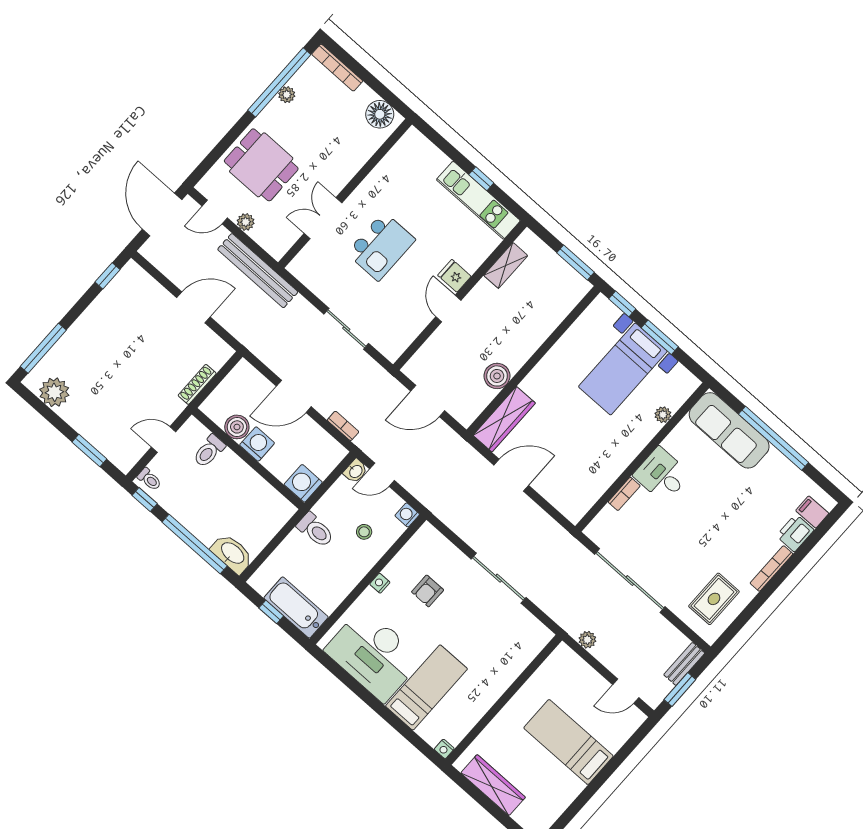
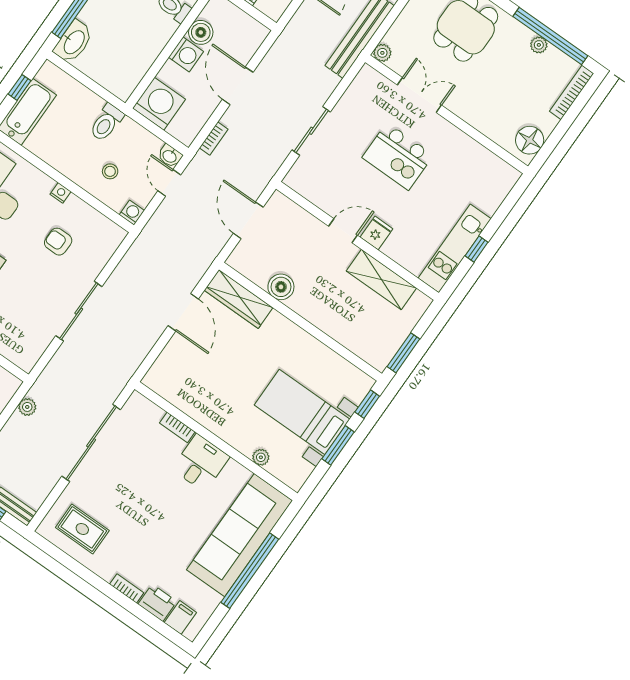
plant: (246, 222) -> (382, 53), moved
shelving: (506, 265) -> (381, 279), width x1.50, depth x1.33
sofa: (729, 430) -> (240, 535), width x1.36, depth x1.27
washing machine: (303, 483) -> (159, 104), width x1.37, depth x1.37
bookcase: (771, 569) -> (127, 588), width x0.64

